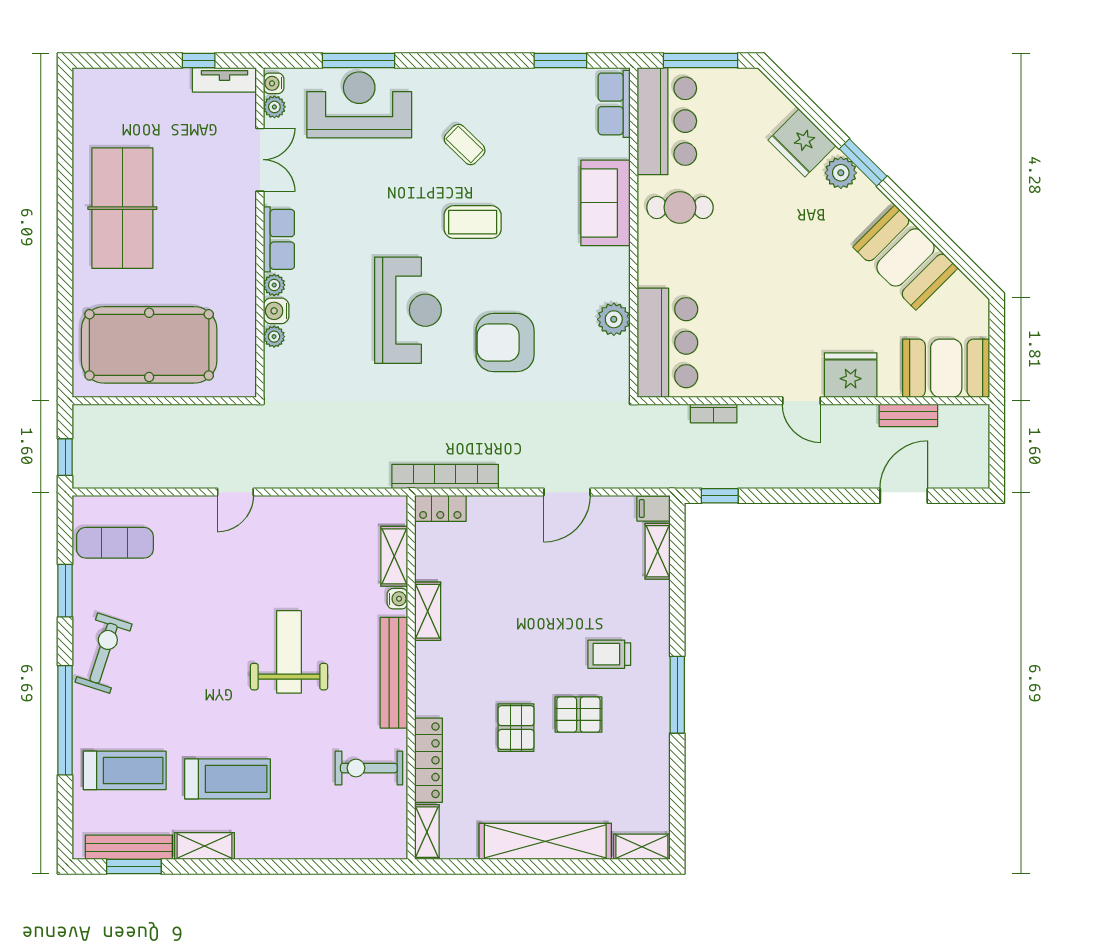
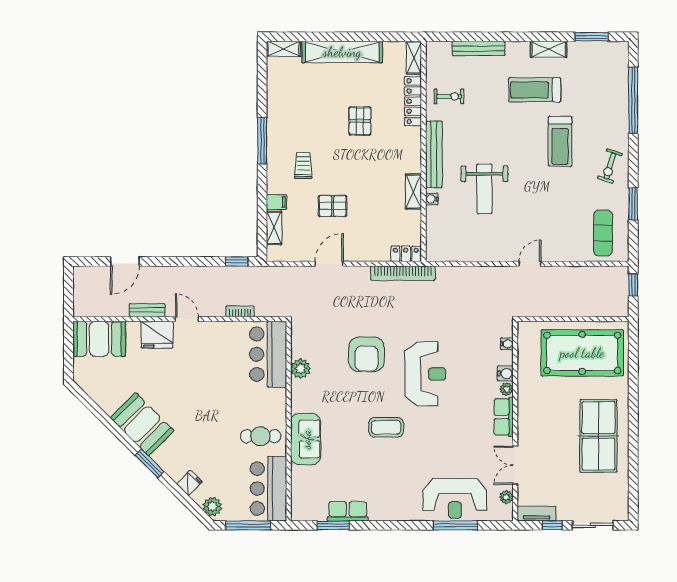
sliding door: (132, 60) -> (593, 525), added
water cooler: (274, 83) -> (507, 344), moved
row of seats: (614, 104) -> (348, 511), moved, turned -90
fridge: (802, 143) -> (189, 483), width x0.53, depth x0.75
coffee table: (465, 145) -> (391, 474), removed
plant: (841, 173) -> (212, 507), moved
booth: (906, 257) -> (142, 424), moved
reception desk: (408, 310) -> (425, 374), turned 180
plant: (274, 337) -> (507, 358), removed
armchair: (505, 343) -> (366, 354), turned 90
bench: (908, 415) -> (147, 310), moved
filing cabinet: (653, 509) -> (277, 202), moved
exercise mat: (115, 543) -> (603, 233), turned 90
shelving: (394, 556) -> (434, 225), removed
weight bench: (289, 652) -> (484, 189), moved
exercise bike: (104, 653) -> (610, 166), width x0.73, depth x0.72
trolley: (609, 654) -> (303, 165), turned -90
pallet: (578, 715) -> (333, 206), moved
window: (65, 720) -> (633, 100), moved
exercise bike: (369, 768) -> (449, 96), width x0.73, depth x0.72
treadmill: (125, 770) -> (560, 141), moved, turned -90
bench: (129, 847) -> (479, 48), moved

